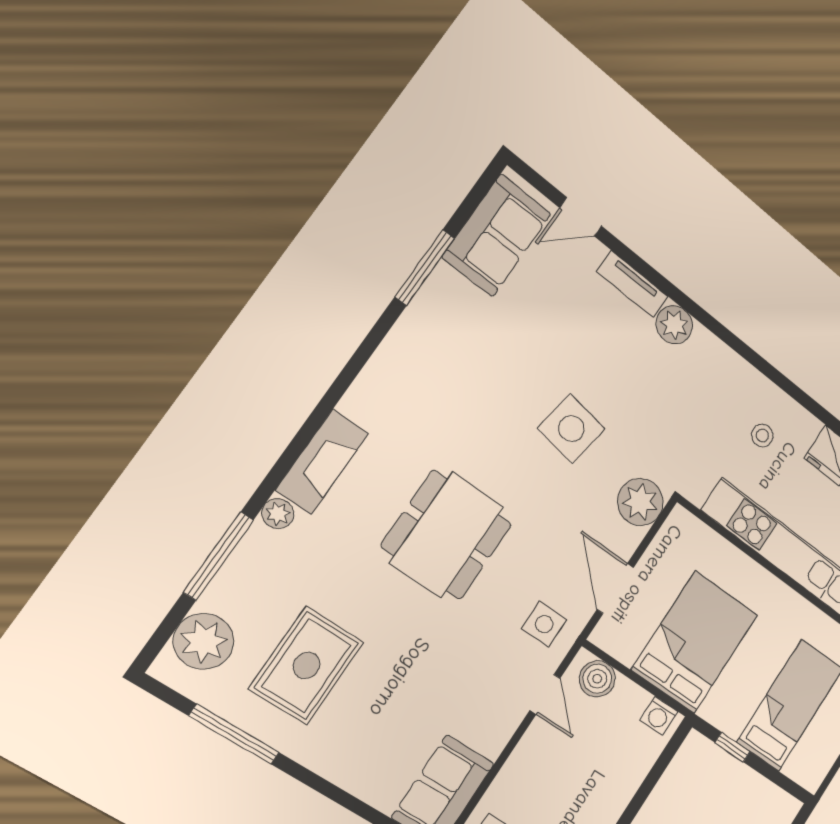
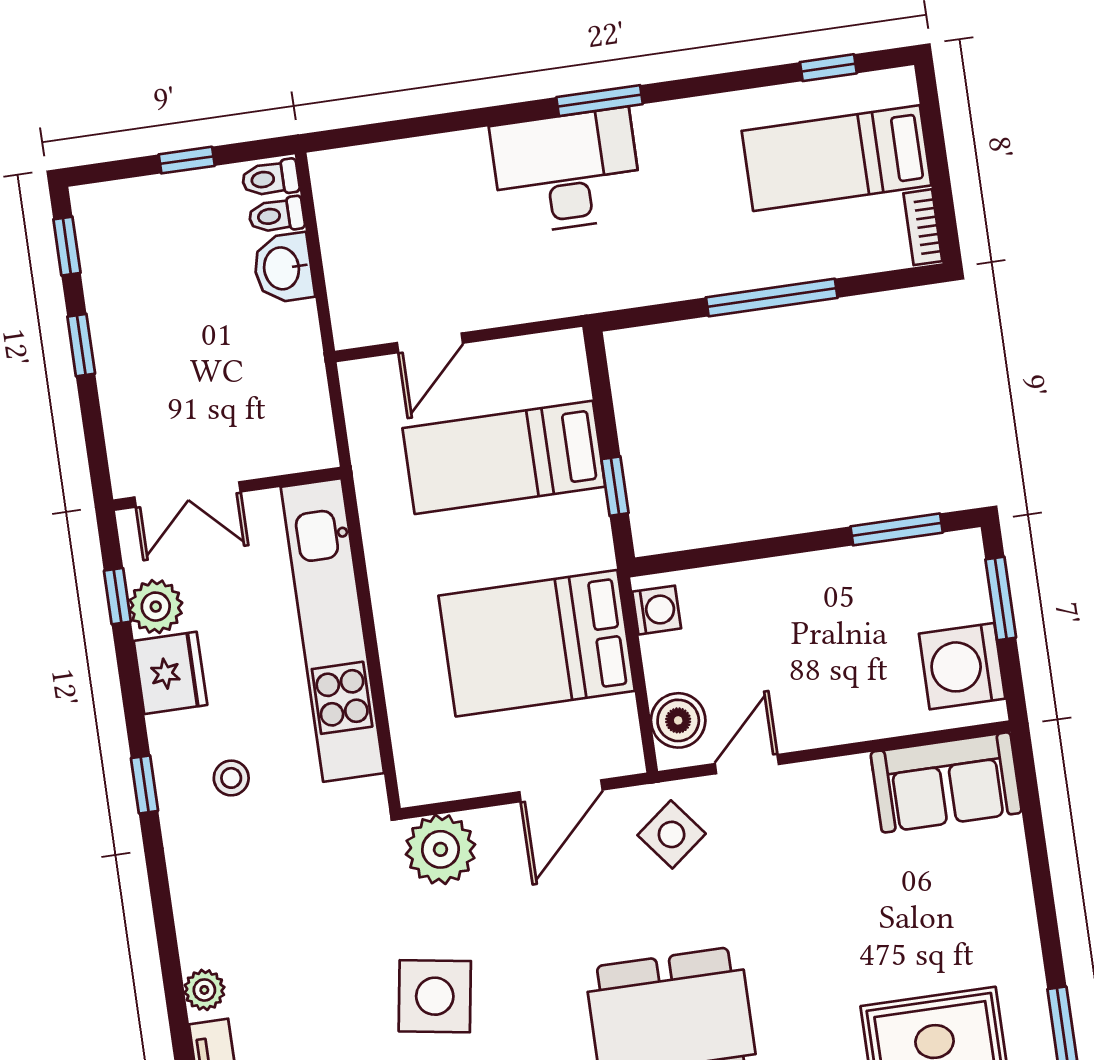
plant: (674, 325) -> (204, 990), width x0.73, depth x0.73
window: (795, 392) -> (145, 784), added
side table: (544, 624) -> (672, 834), turned -38

